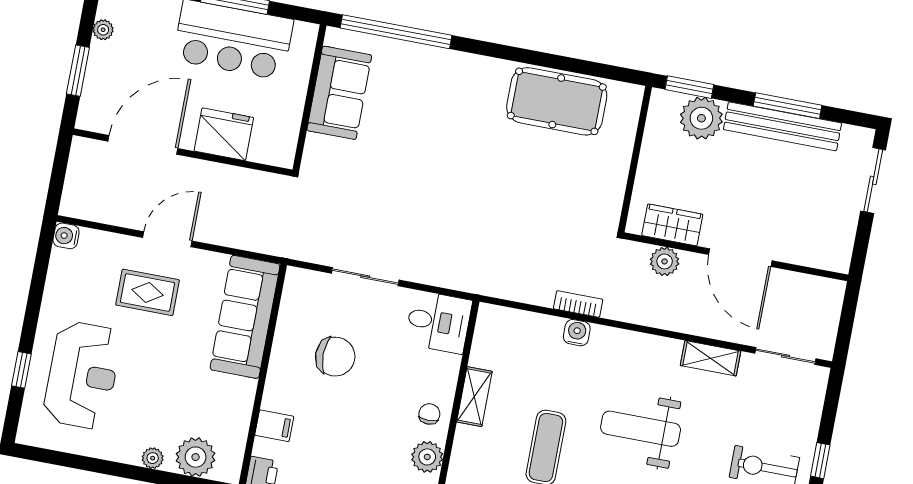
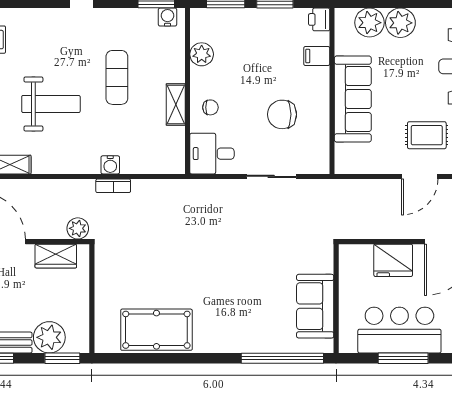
plant: (665, 261) -> (78, 228), moved
sofa: (245, 317) -> (353, 99), moved
chair: (429, 414) -> (210, 107), moved, turned -90
plant: (153, 458) -> (400, 23), width x1.87, depth x1.87

